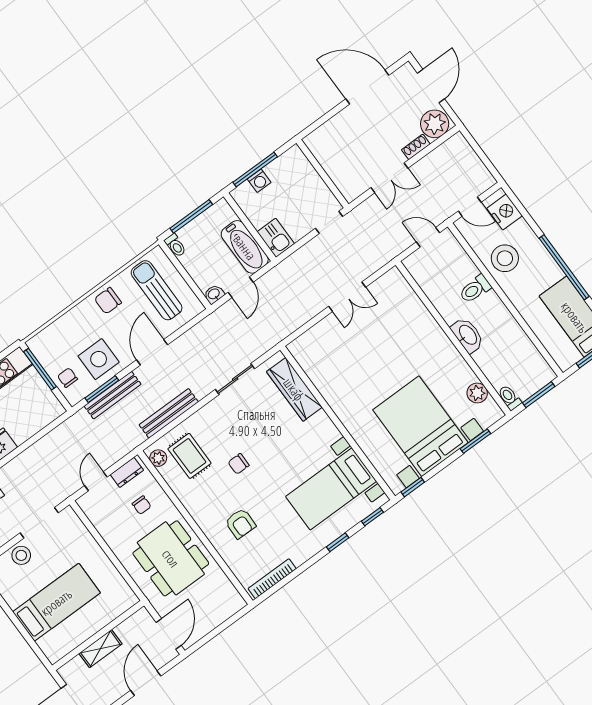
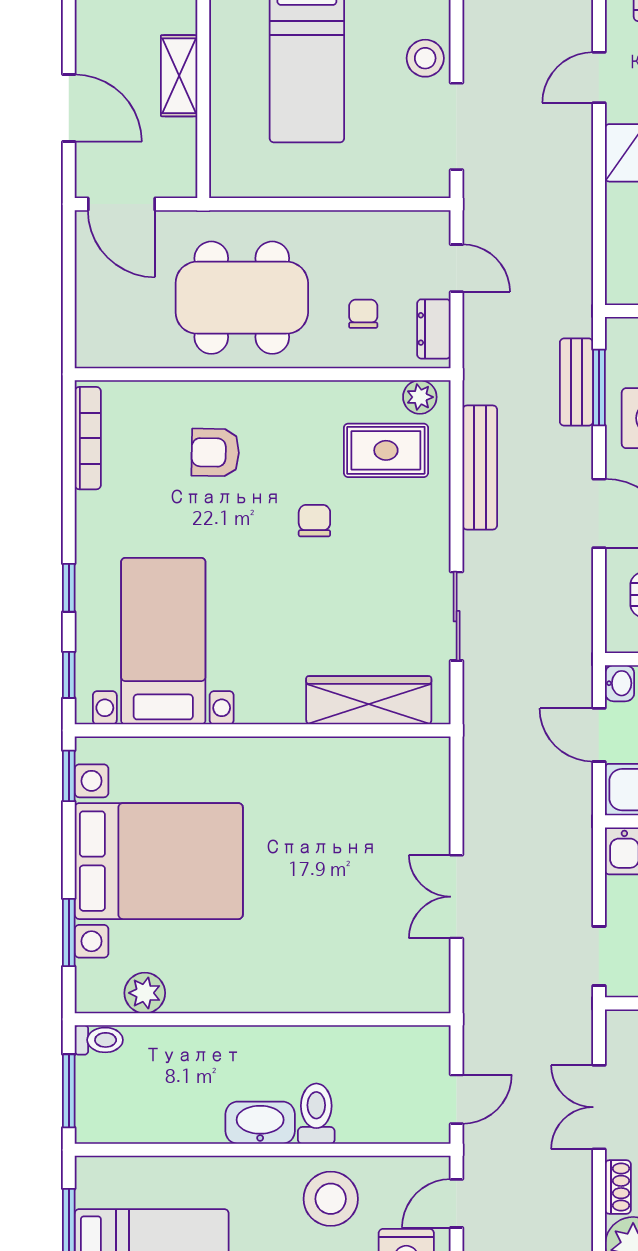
washbasin: (468, 335) -> (260, 1123), moved, turned 180
bench: (113, 395) -> (576, 382), width x0.73
chair: (142, 505) -> (363, 314), turned 90

